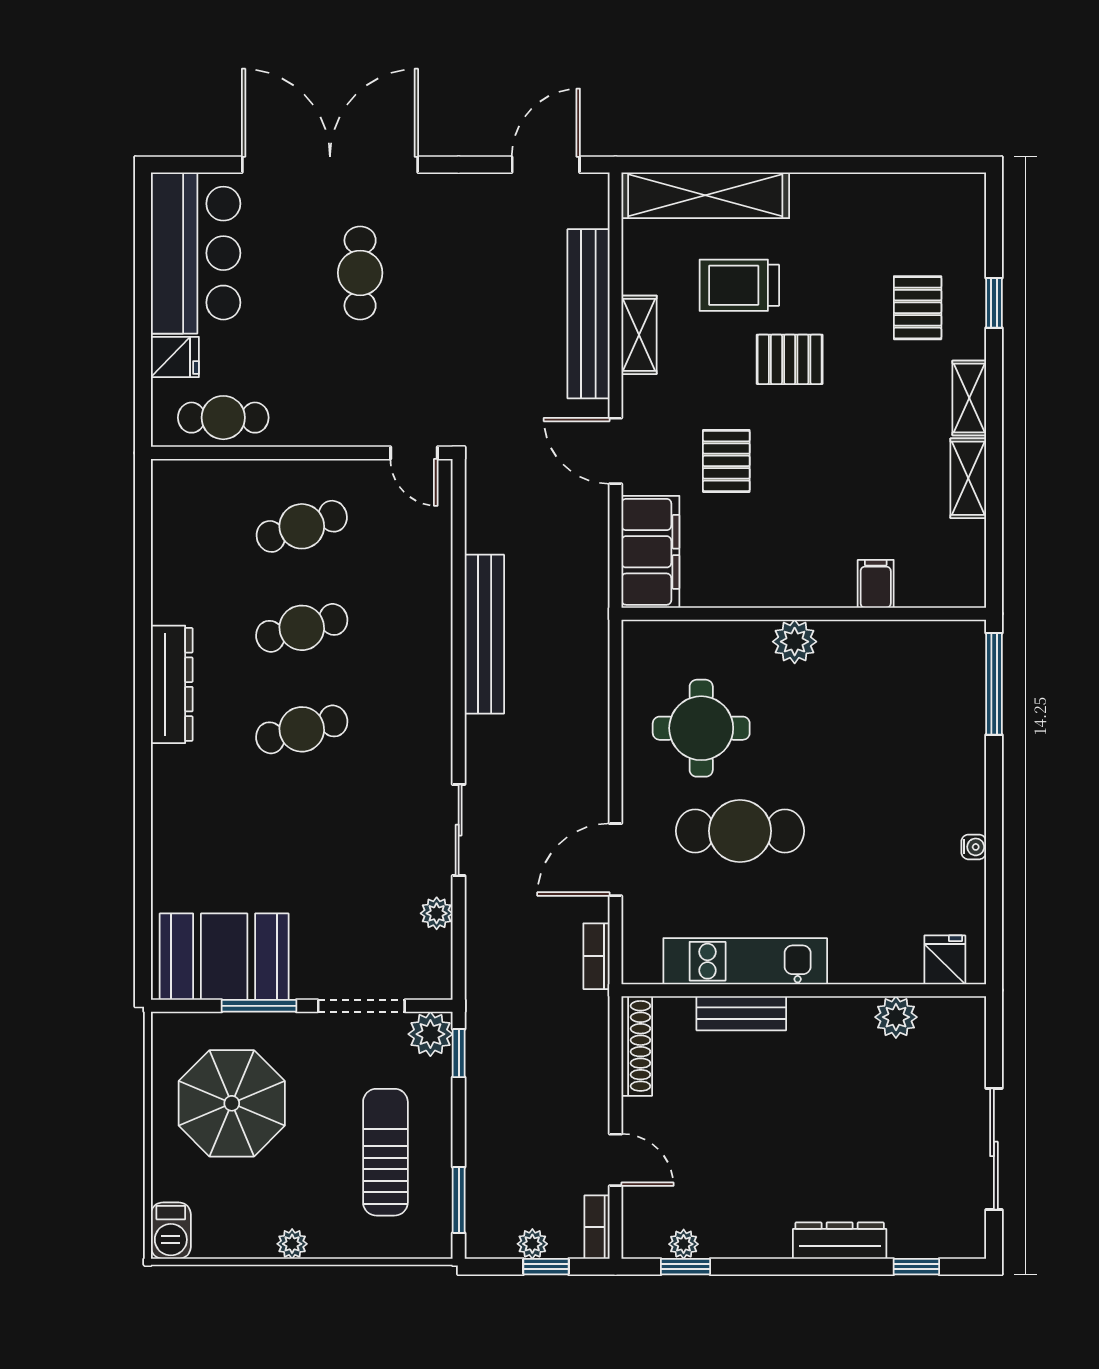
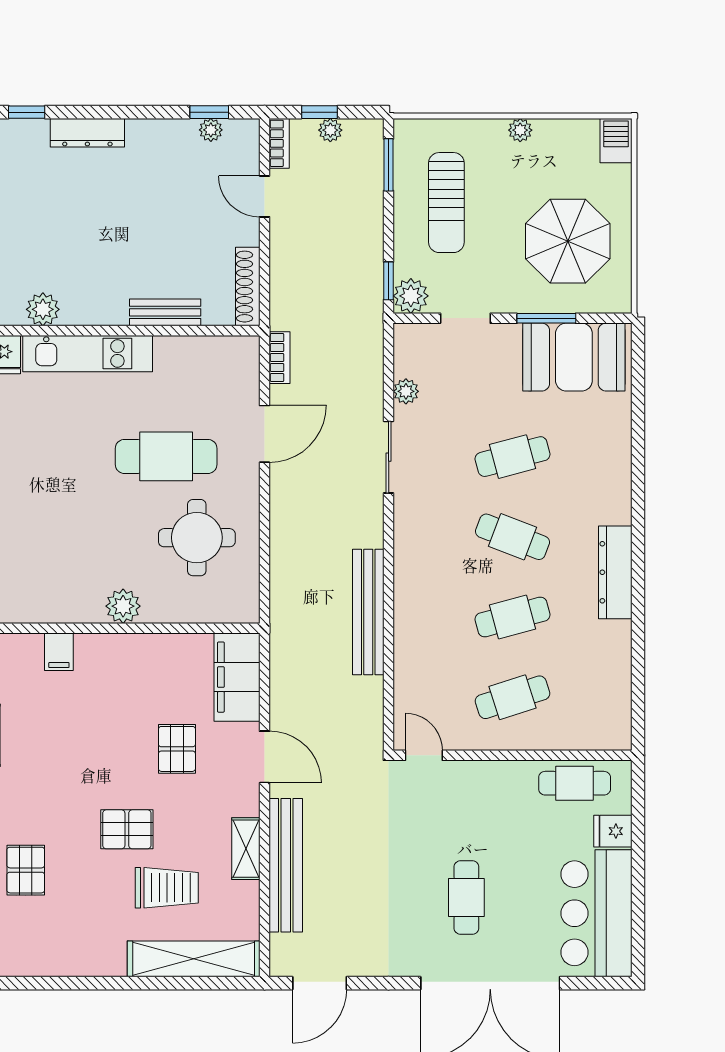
cafe table: (302, 729) -> (513, 537), turned 36
cafe table: (302, 831) -> (513, 457), added
kitchen unit: (745, 961) -> (88, 354), moved
doorway: (361, 1006) -> (465, 318), width x0.73

